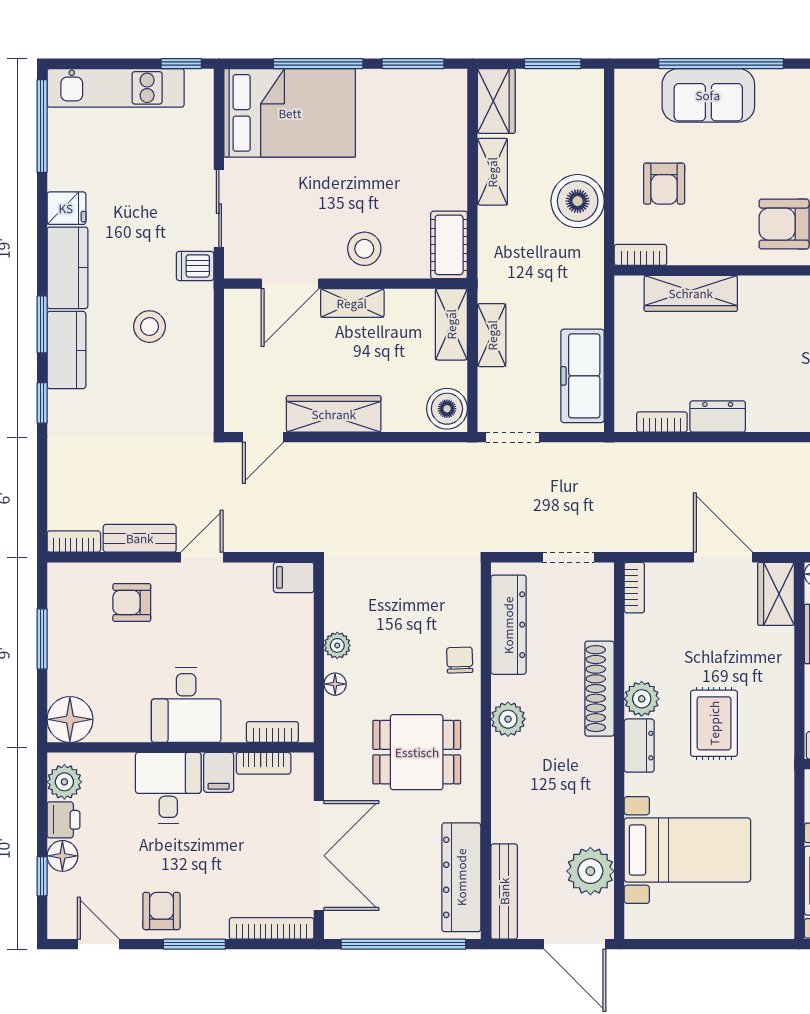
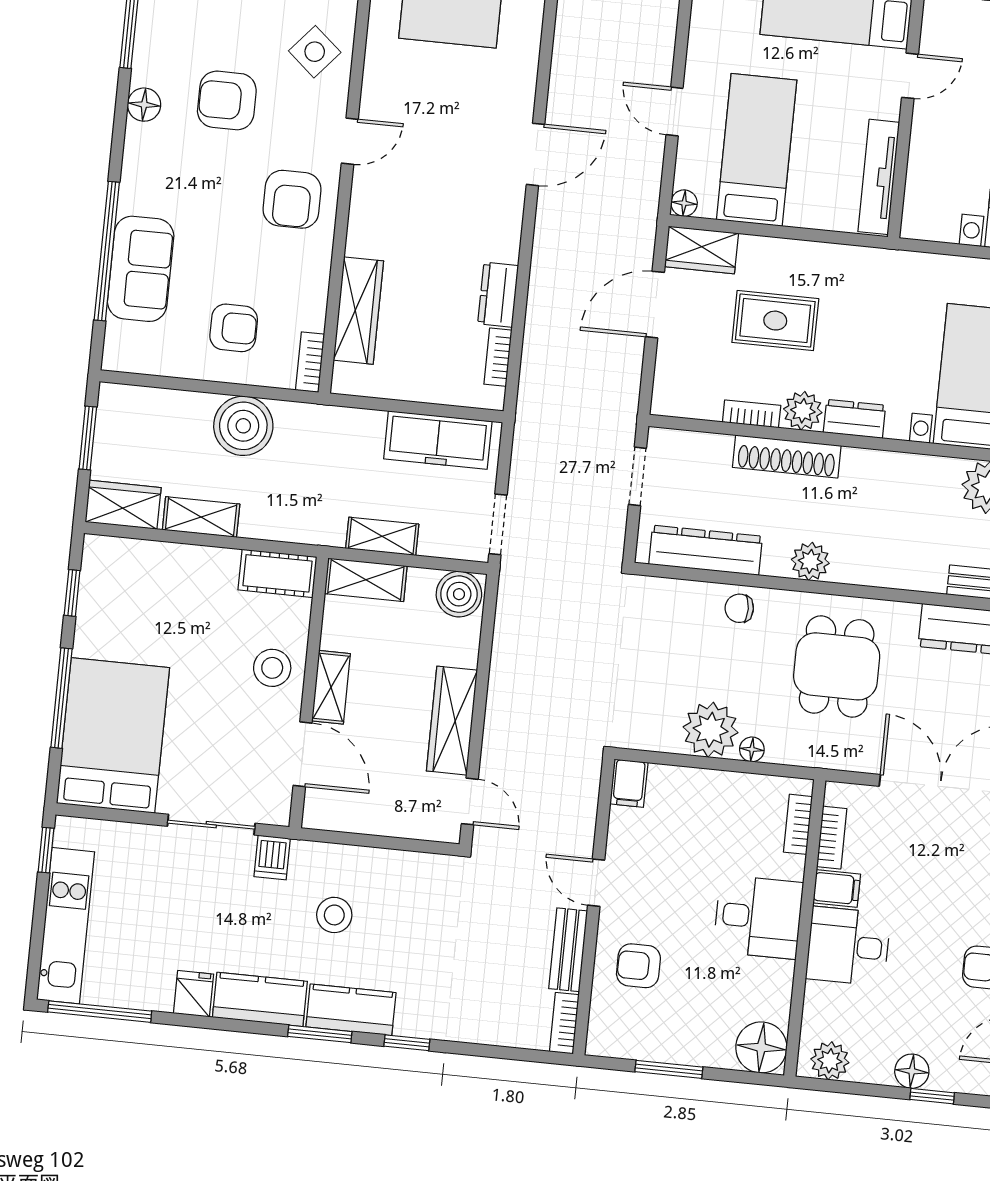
window: (413, 64) -> (72, 593), width x0.67
bookcase: (634, 588) -> (752, 414), moved
armchair: (132, 602) -> (638, 966), turned 90
plant: (337, 645) -> (711, 730), width x1.87, depth x1.87
rug: (714, 723) -> (775, 321), moved
printer: (63, 820) -> (872, 1066), removed

